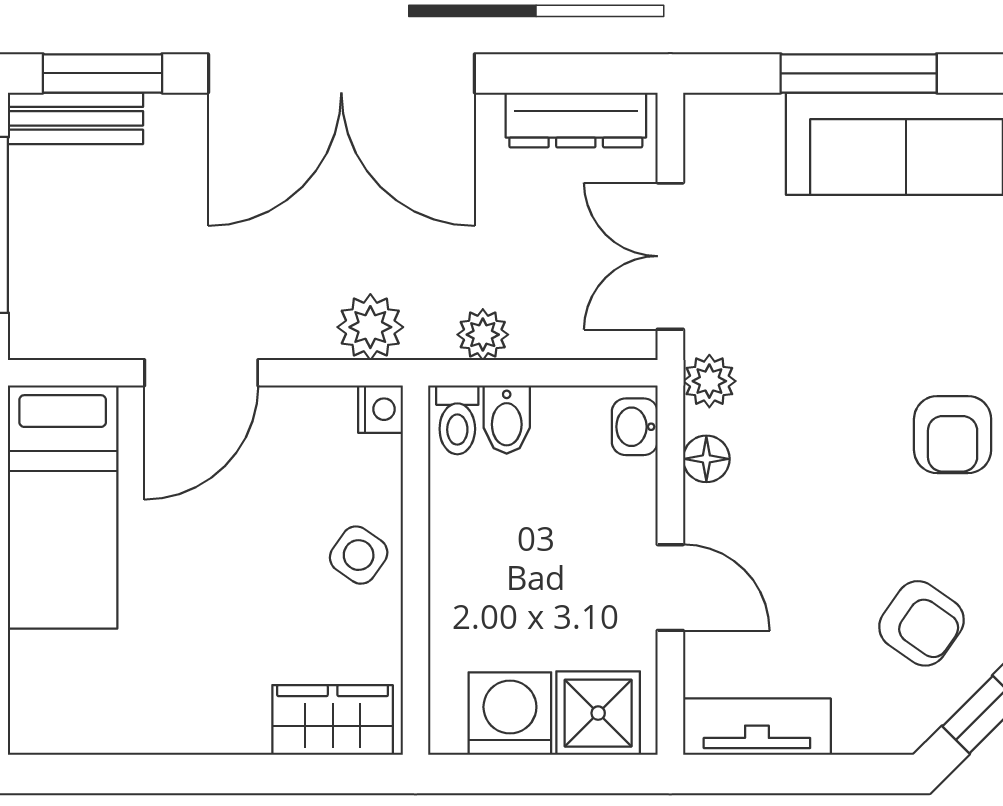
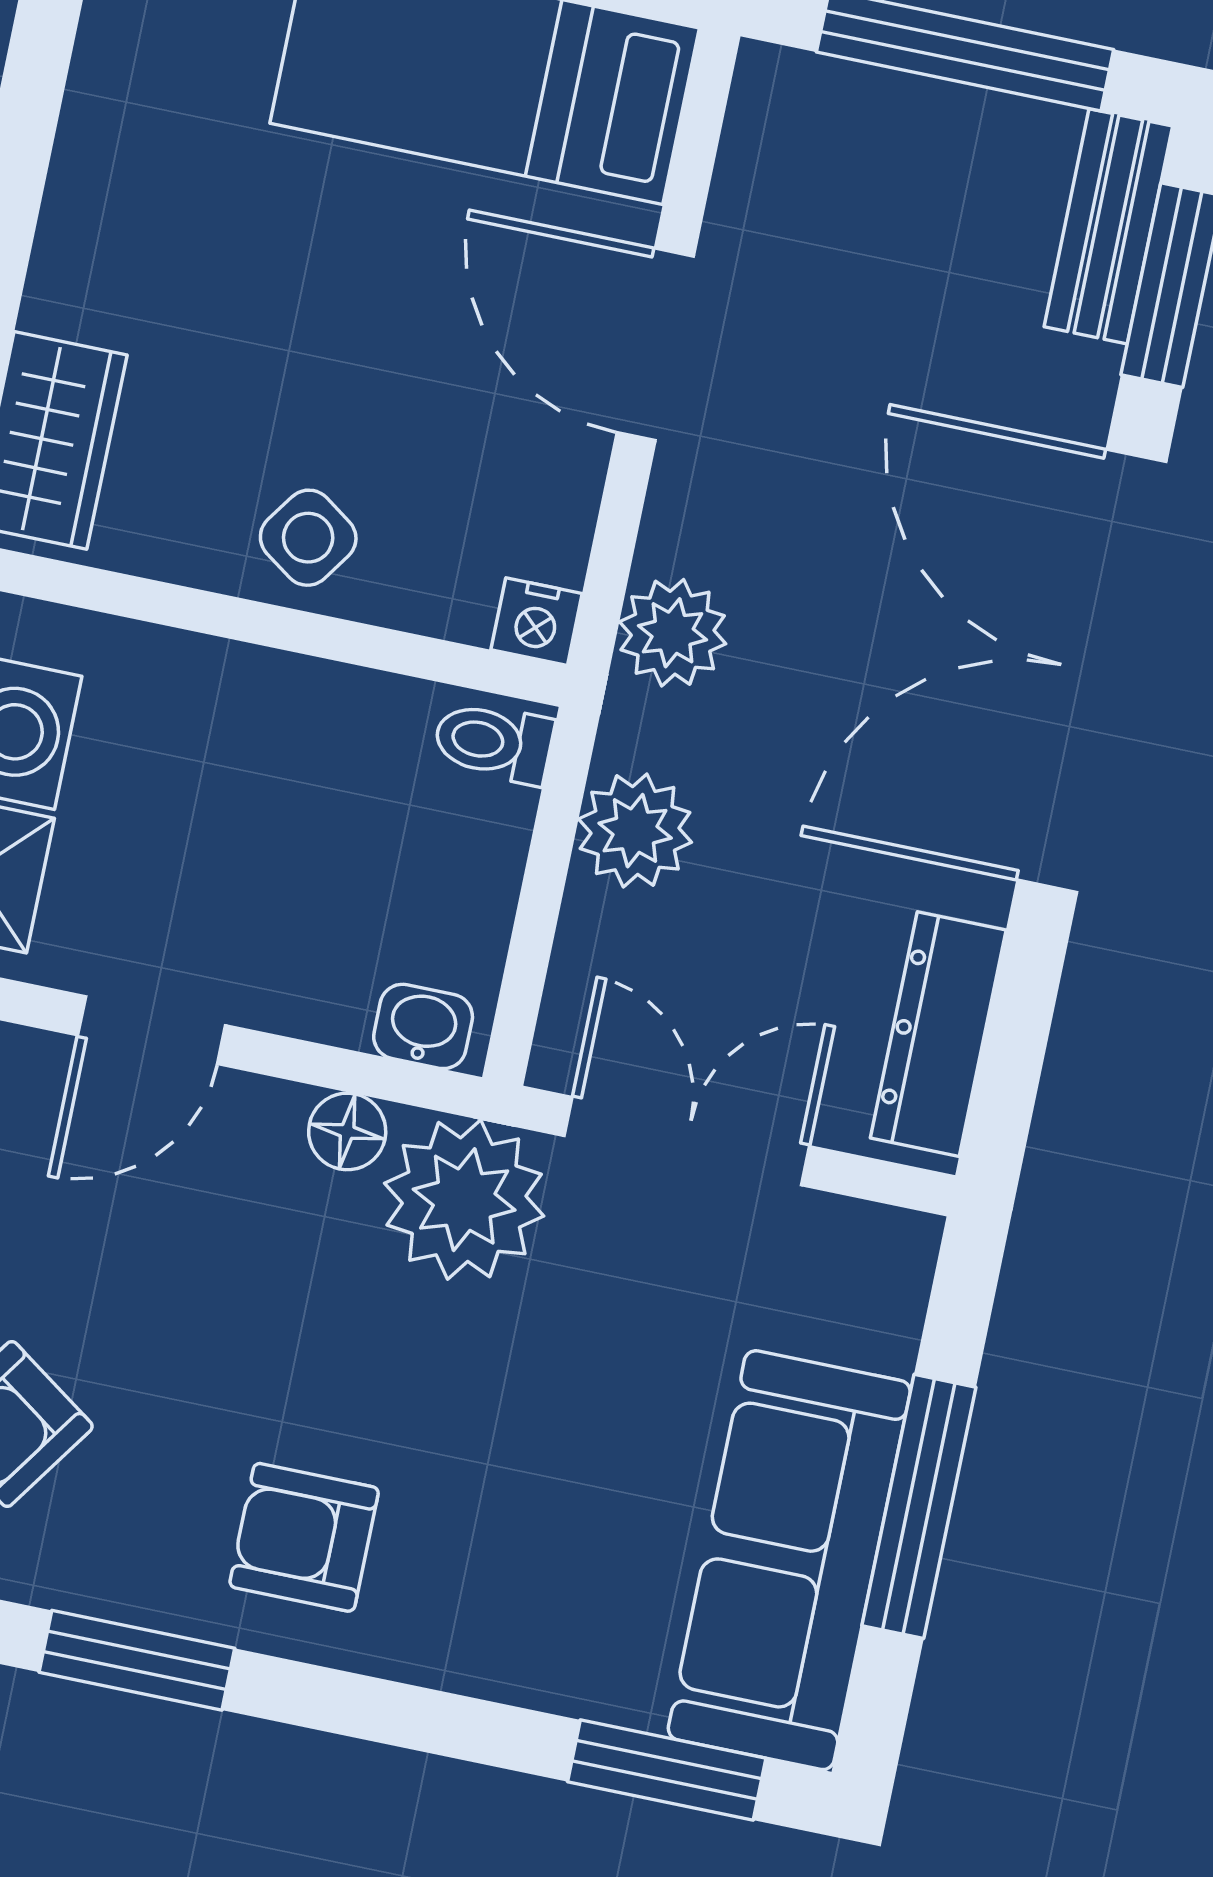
plant: (483, 335) -> (635, 831), width x1.38, depth x1.38
plant: (709, 381) -> (464, 1200), width x1.87, depth x1.87
bidet: (507, 420) -> (477, 822), removed

